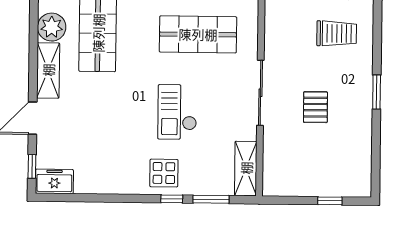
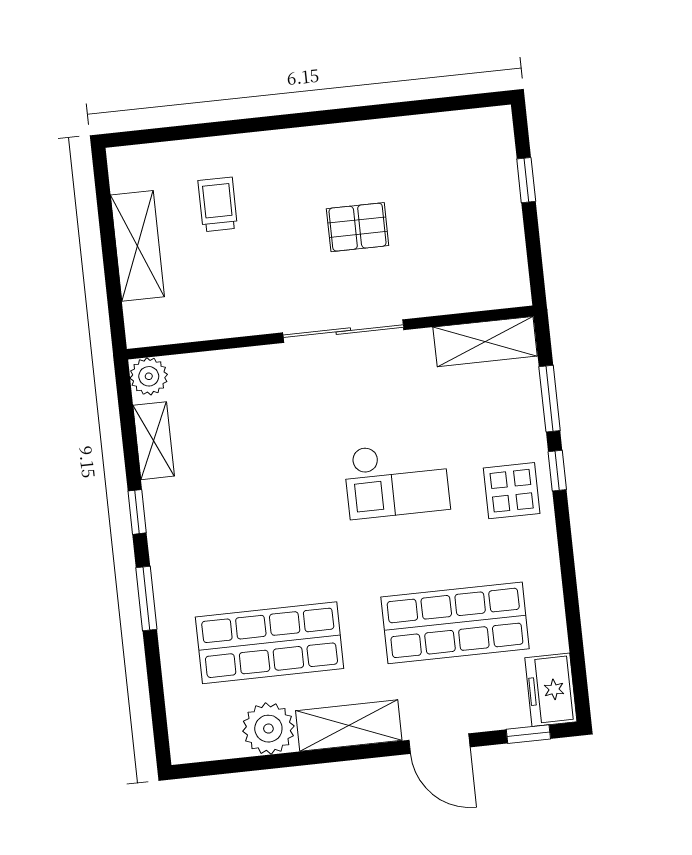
trolley: (337, 33) -> (218, 204), width x0.73, depth x0.72
shop shelf: (198, 34) -> (455, 623), moved, turned 90
window: (377, 92) -> (316, 118), removed

